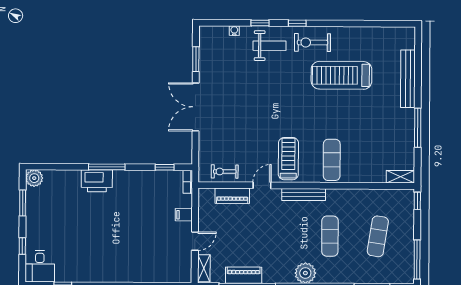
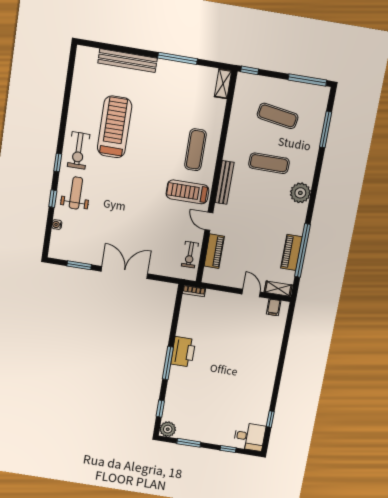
treadmill: (341, 75) -> (115, 127), turned 180
double door: (196, 107) -> (124, 273), swing flipped
exercise mat: (332, 160) -> (195, 150), turned 90
window: (165, 167) -> (160, 409), moved
printer: (97, 181) -> (183, 352), moved
filing cabinet: (184, 215) -> (274, 307), moved

